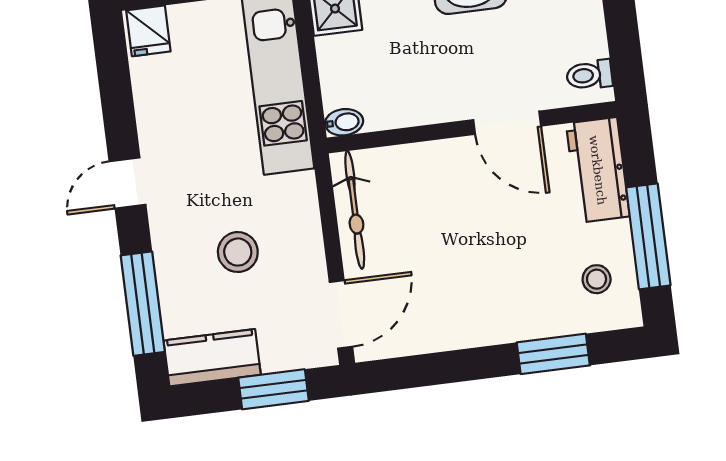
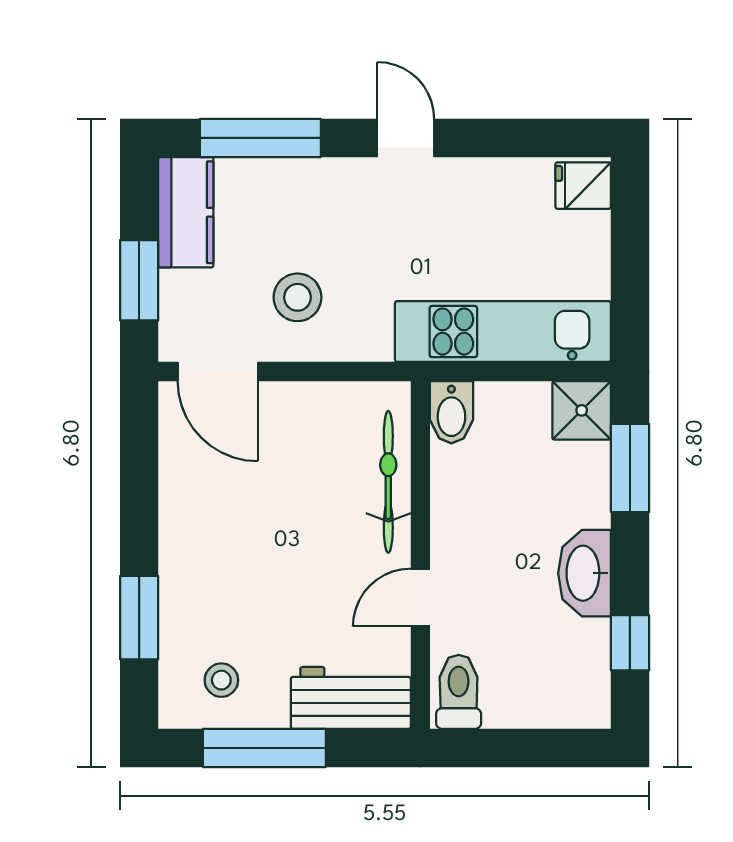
toilet: (589, 75) -> (459, 692), width x1.37, depth x1.39
bidet: (344, 122) -> (451, 412), width x1.38, depth x1.36
door: (507, 123) -> (420, 598), width x0.73
bicycle: (355, 210) -> (388, 482), moved, turned 90
stool: (238, 252) -> (297, 297), moved

